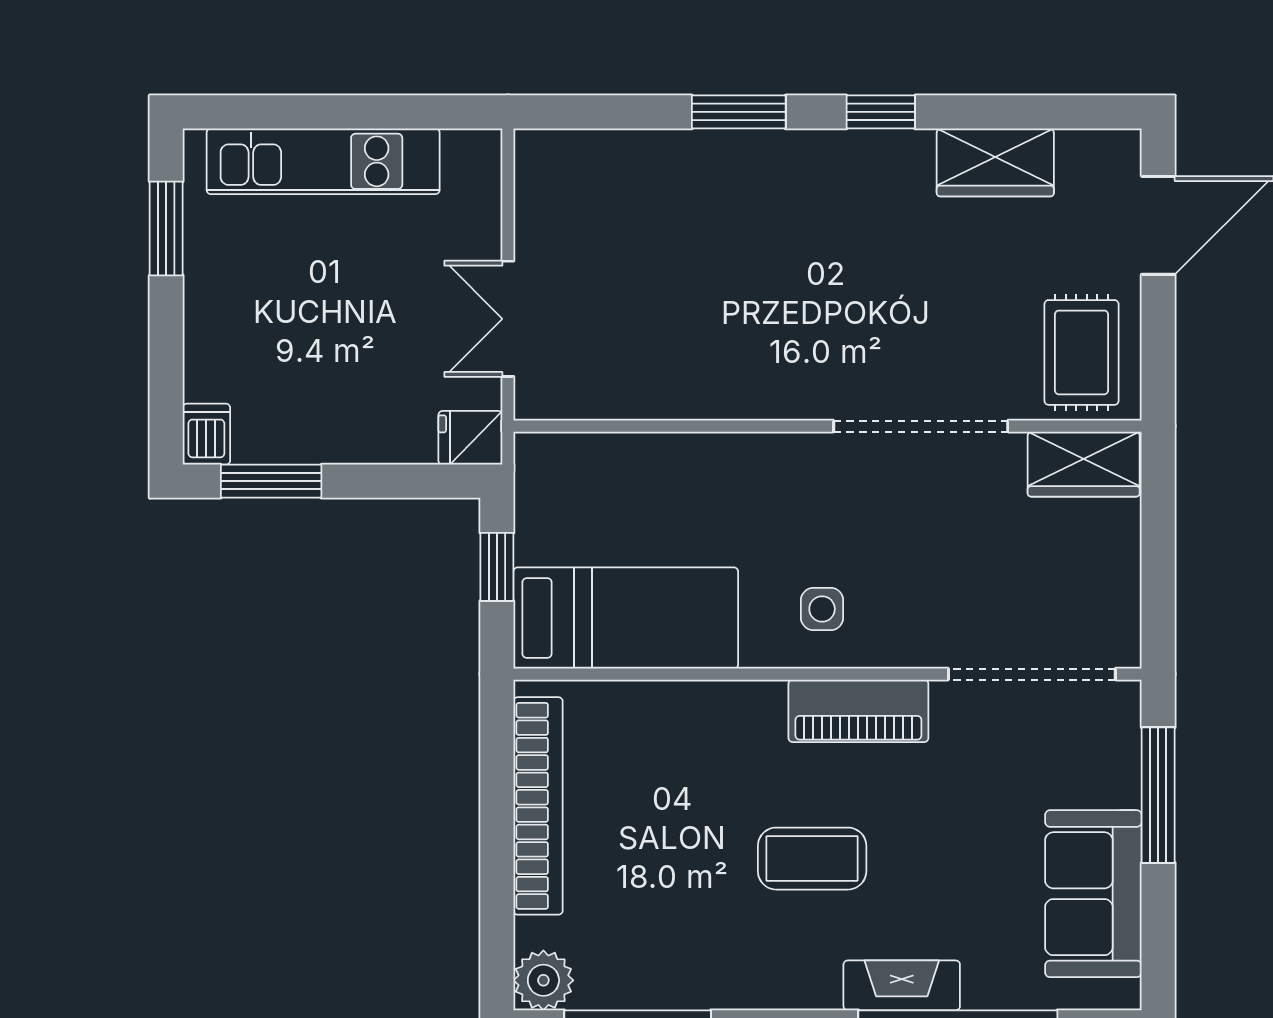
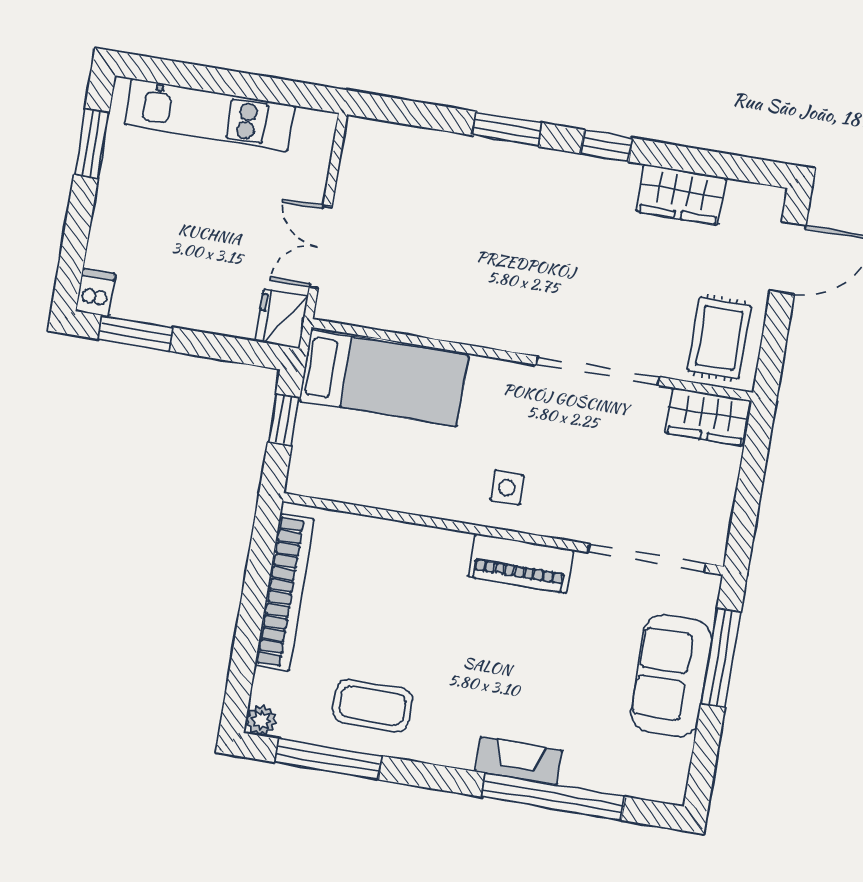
fridge: (470, 438) -> (282, 319), width x1.38
bed: (626, 618) -> (384, 378), moved
coffee table: (812, 859) -> (373, 705), moved
sofa: (1093, 894) -> (671, 676), moved
plant: (543, 980) -> (261, 720), width x0.73, depth x0.73

